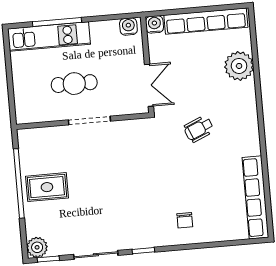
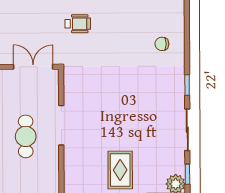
wheelchair: (199, 129) -> (78, 24), turned -67
chair: (185, 220) -> (162, 44), turned 180

